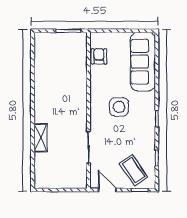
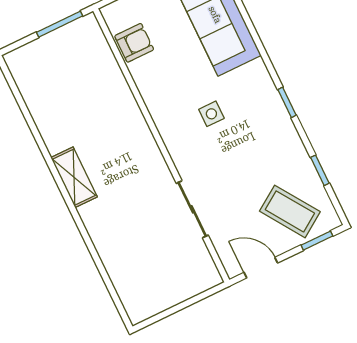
armchair: (99, 56) -> (134, 43), turned 90
side table: (119, 107) -> (211, 114), width x0.54, depth x0.54
shelving: (40, 138) -> (74, 177), moved

